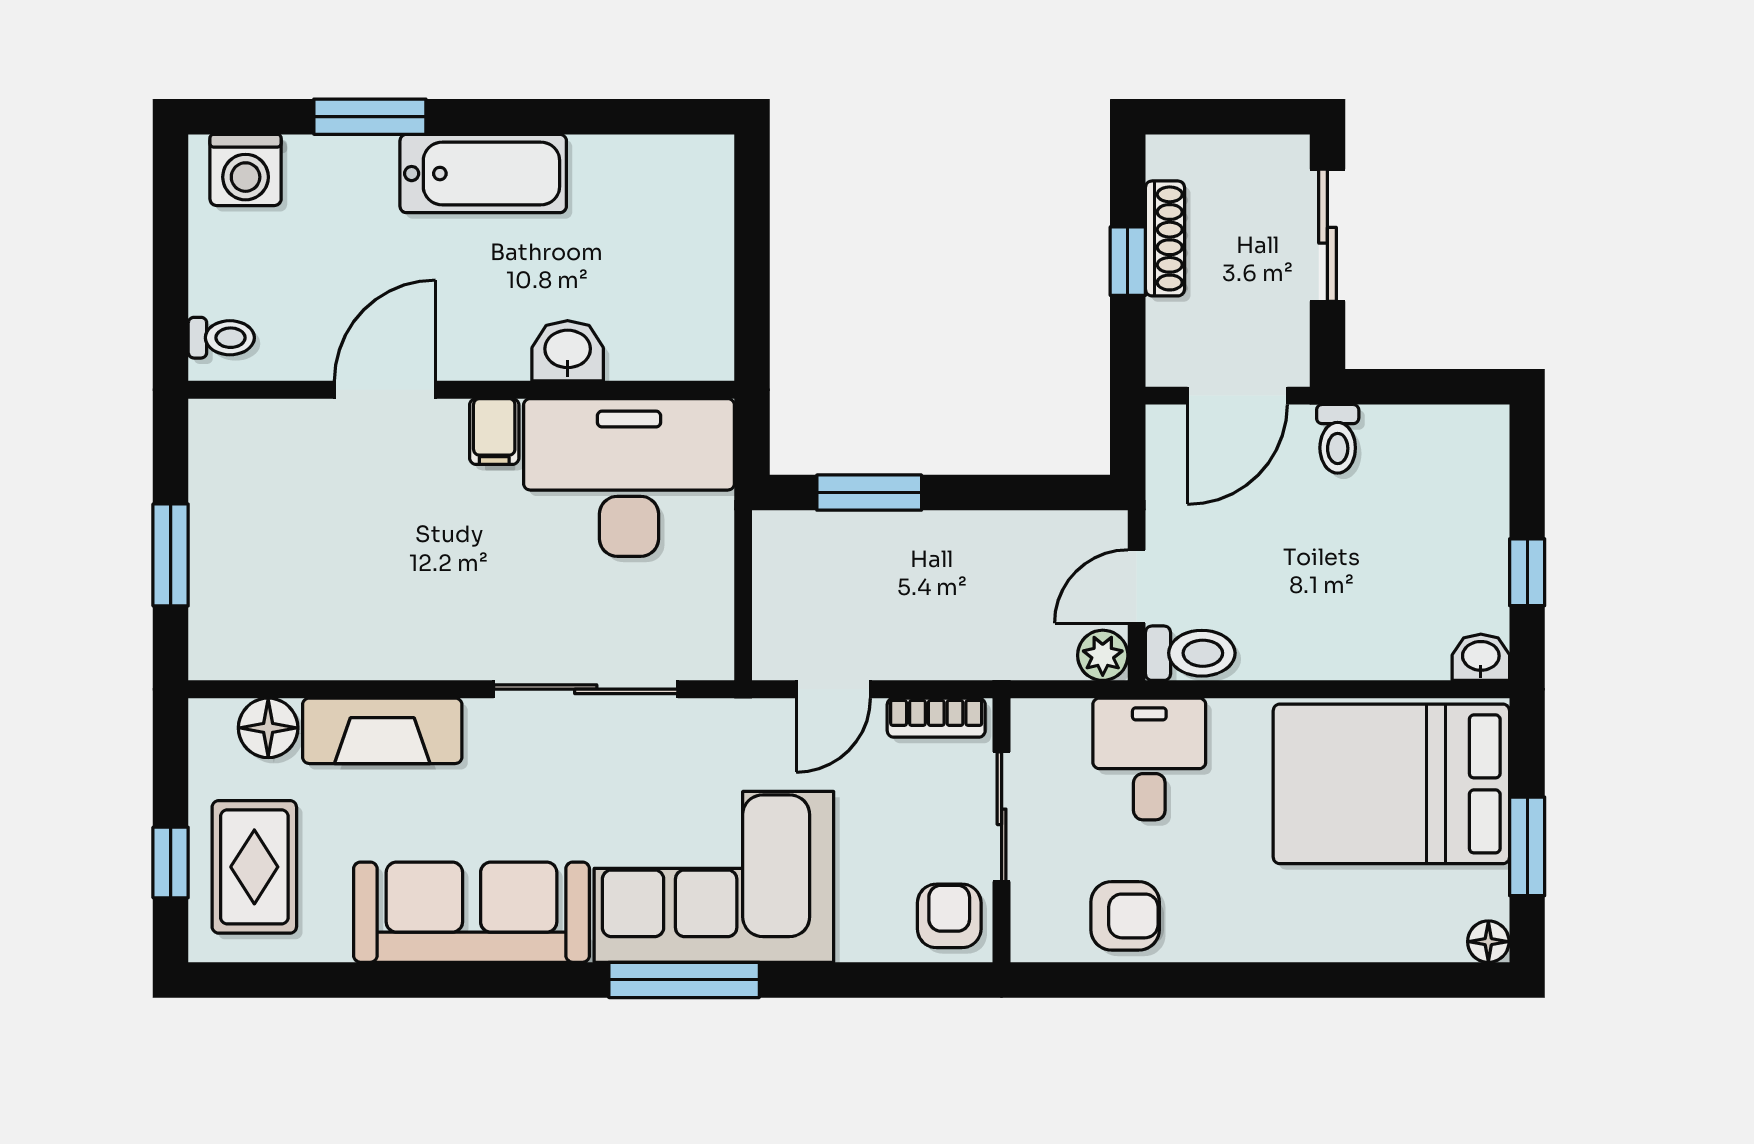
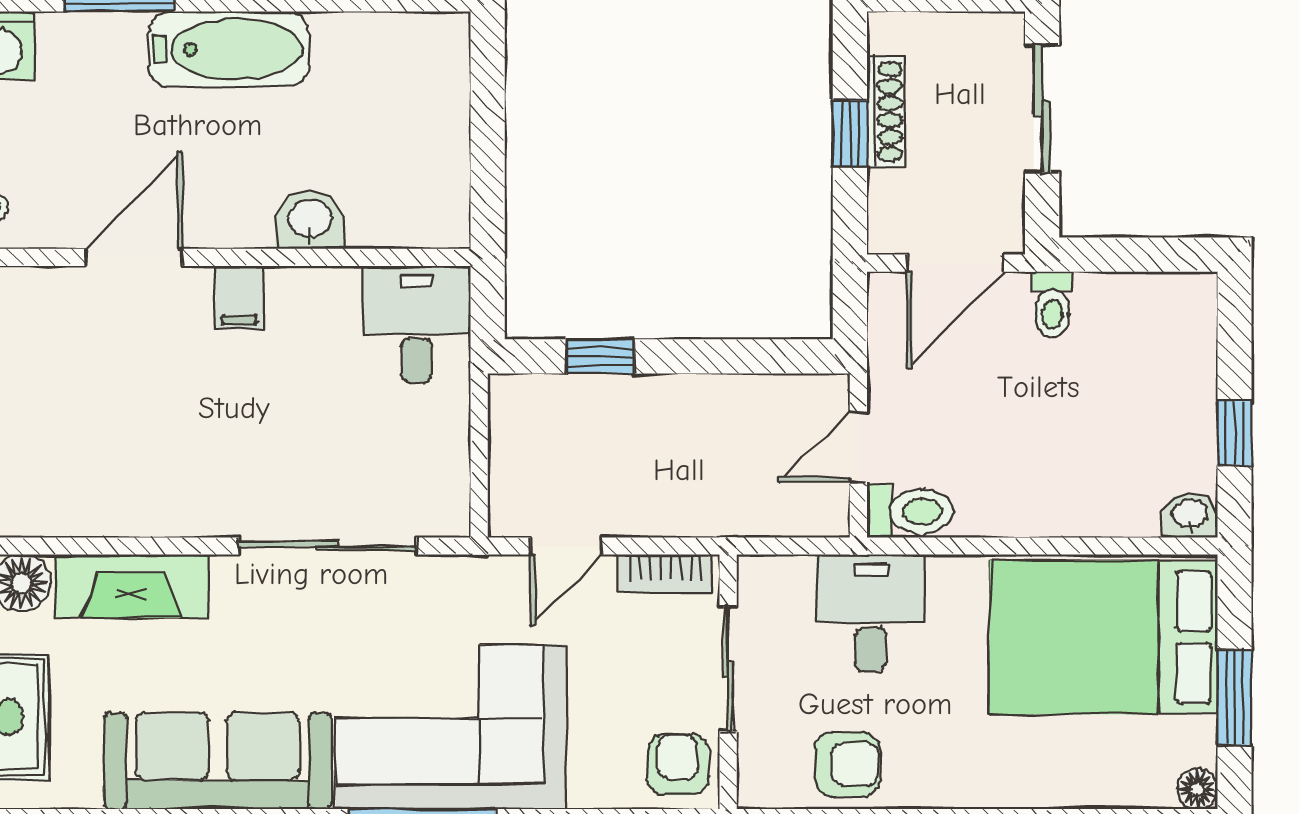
desk: (629, 477) -> (417, 324), width x0.53, depth x0.77
window: (869, 493) -> (601, 356), width x0.67
plant: (1103, 655) -> (826, 513), removed

